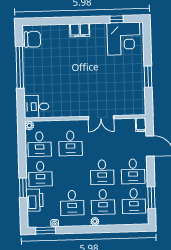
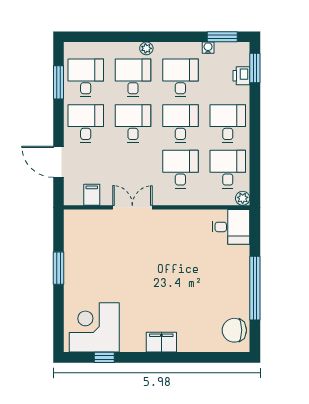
filing cabinet: (141, 125) -> (92, 195), moved
desk: (71, 173) -> (180, 124), added
window: (23, 188) -> (255, 68), moved
printer: (35, 200) -> (241, 76), width x0.53, depth x0.68

